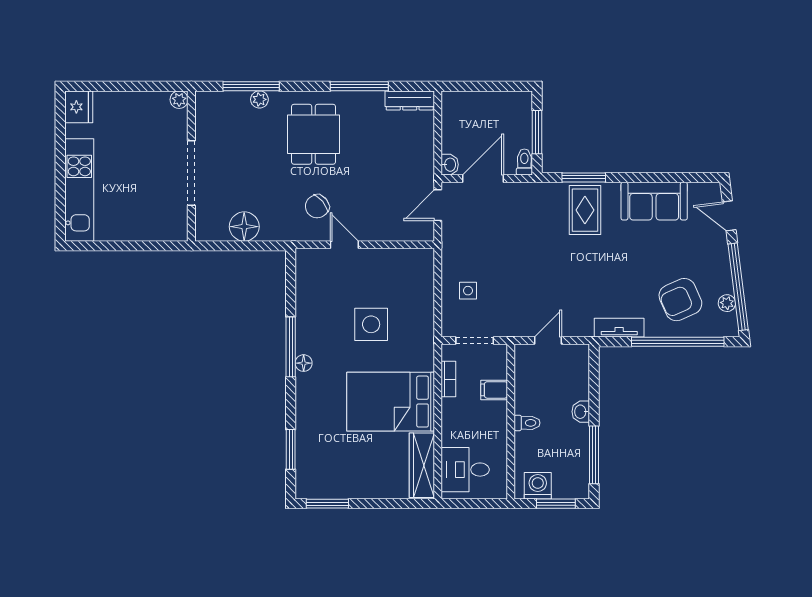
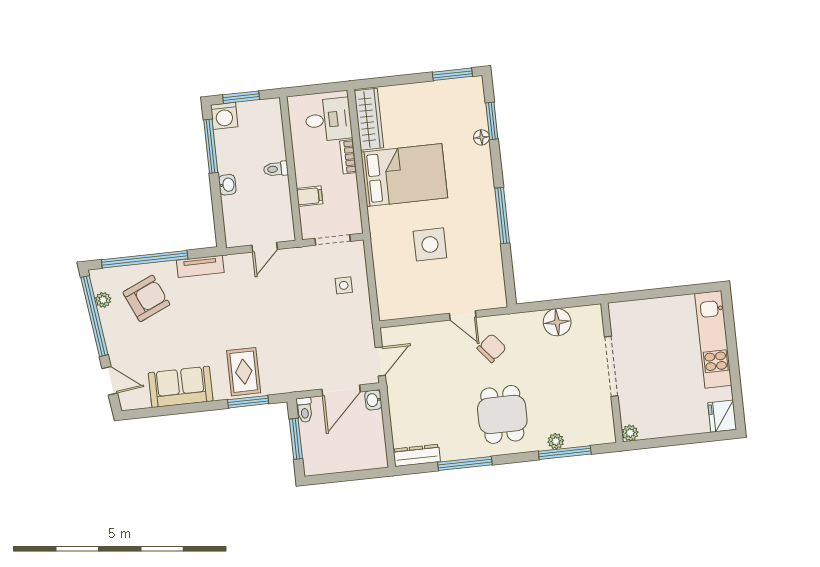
floor lamp: (304, 363) -> (481, 137), moved
bookcase: (448, 379) -> (348, 157), moved
washing machine: (538, 486) -> (224, 116), moved

